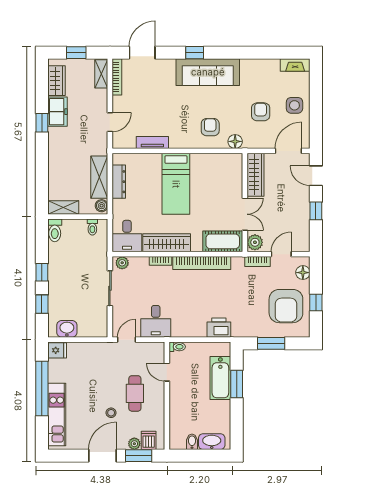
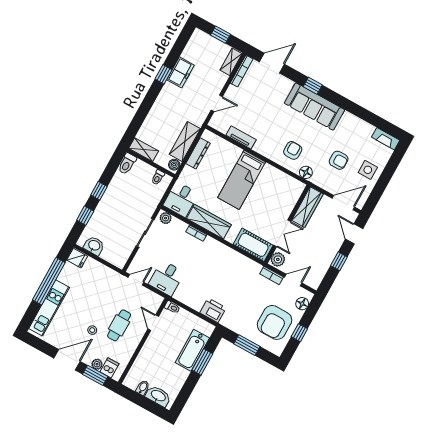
wardrobe: (57, 81) -> (193, 48), removed
armchair: (261, 112) -> (339, 160), turned 90
bookcase: (202, 263) -> (228, 253), removed

